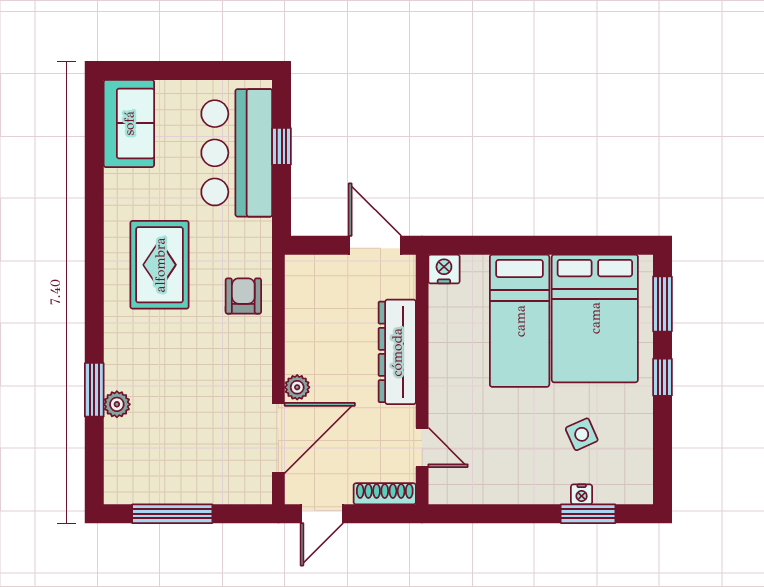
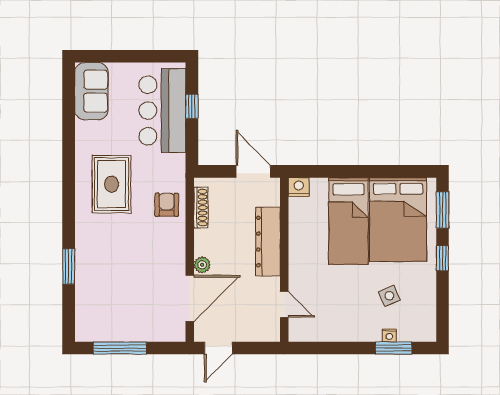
plant: (117, 404) -> (83, 276), removed
shoe rack: (385, 494) -> (201, 208), moved, turned 90

